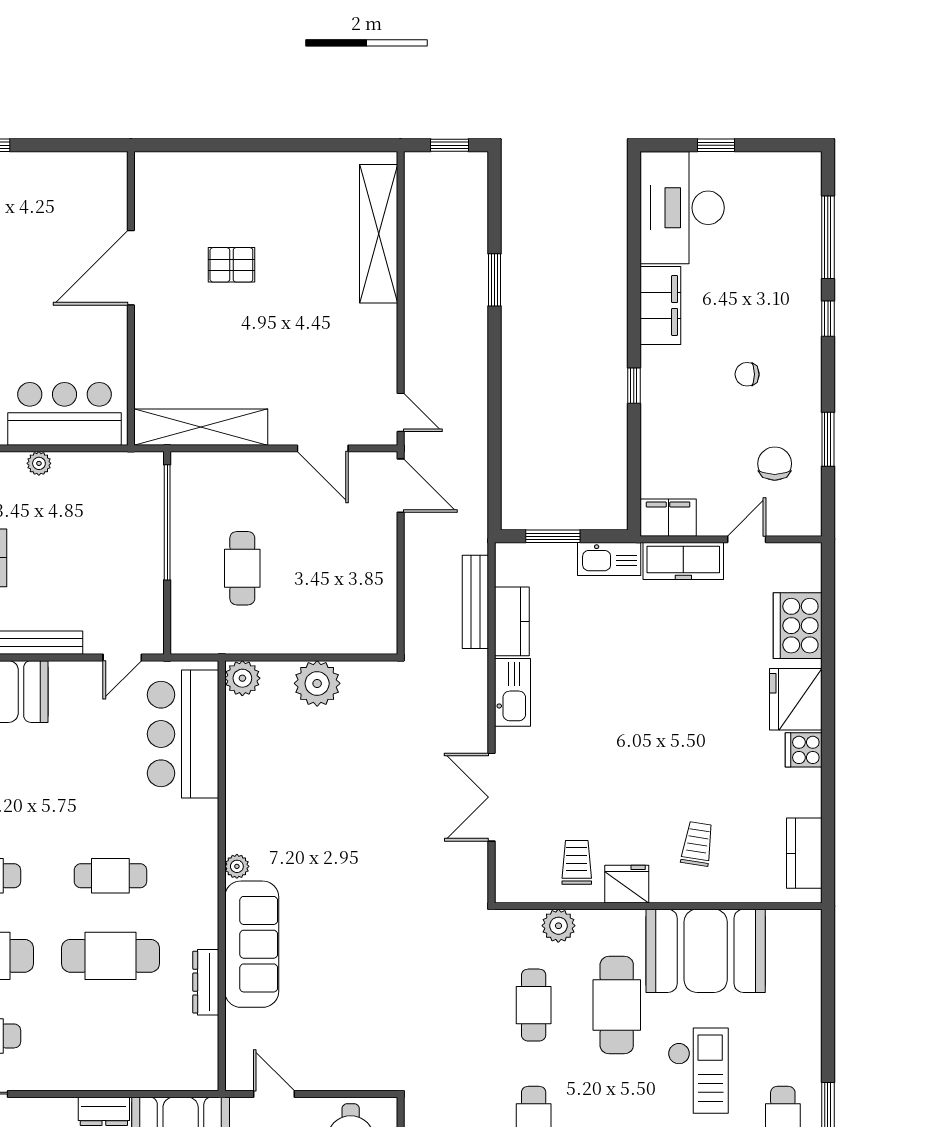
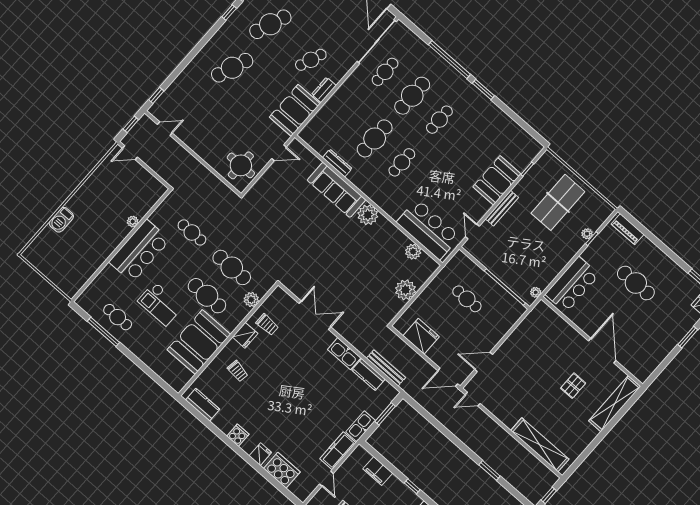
shelving: (201, 427) -> (615, 404), moved
plant: (39, 463) -> (536, 292), moved
filing cabinet: (668, 518) -> (378, 471), moved, turned 90
fridge: (371, 590) -> (421, 336), added
plant: (242, 678) -> (413, 252), moved
fridge: (796, 699) -> (260, 454), width x0.53, depth x0.75
plant: (237, 866) -> (368, 215), width x1.88, depth x1.88
cafe table: (534, 1005) -> (232, 267), width x1.37, depth x1.35

